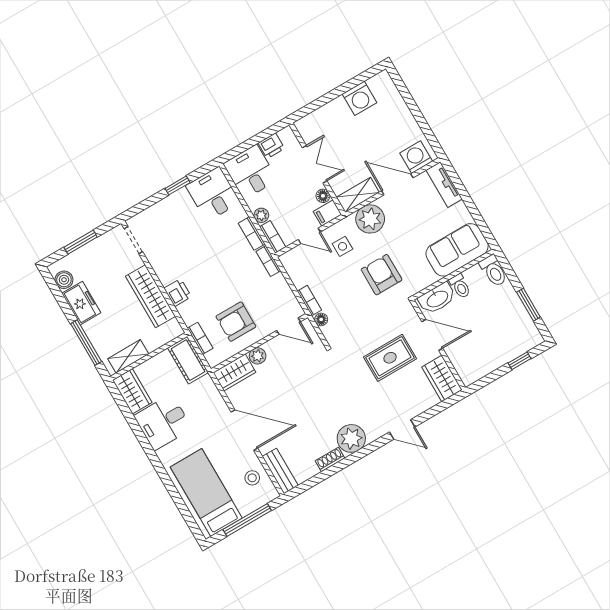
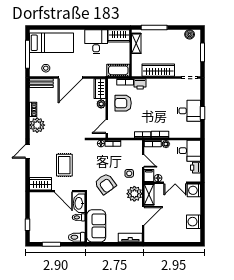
washing machine: (416, 157) -> (194, 190), moved, turned 180
desk: (213, 194) -> (189, 111), moved
door: (309, 236) -> (143, 161), swing flipped
armchair: (382, 275) -> (105, 184), turned 54
printer: (178, 293) -> (140, 84), moved
freezer: (81, 303) -> (174, 36), removed
armchair: (236, 322) -> (123, 103), turned -90
door: (432, 335) -> (63, 191), hinge flipped

